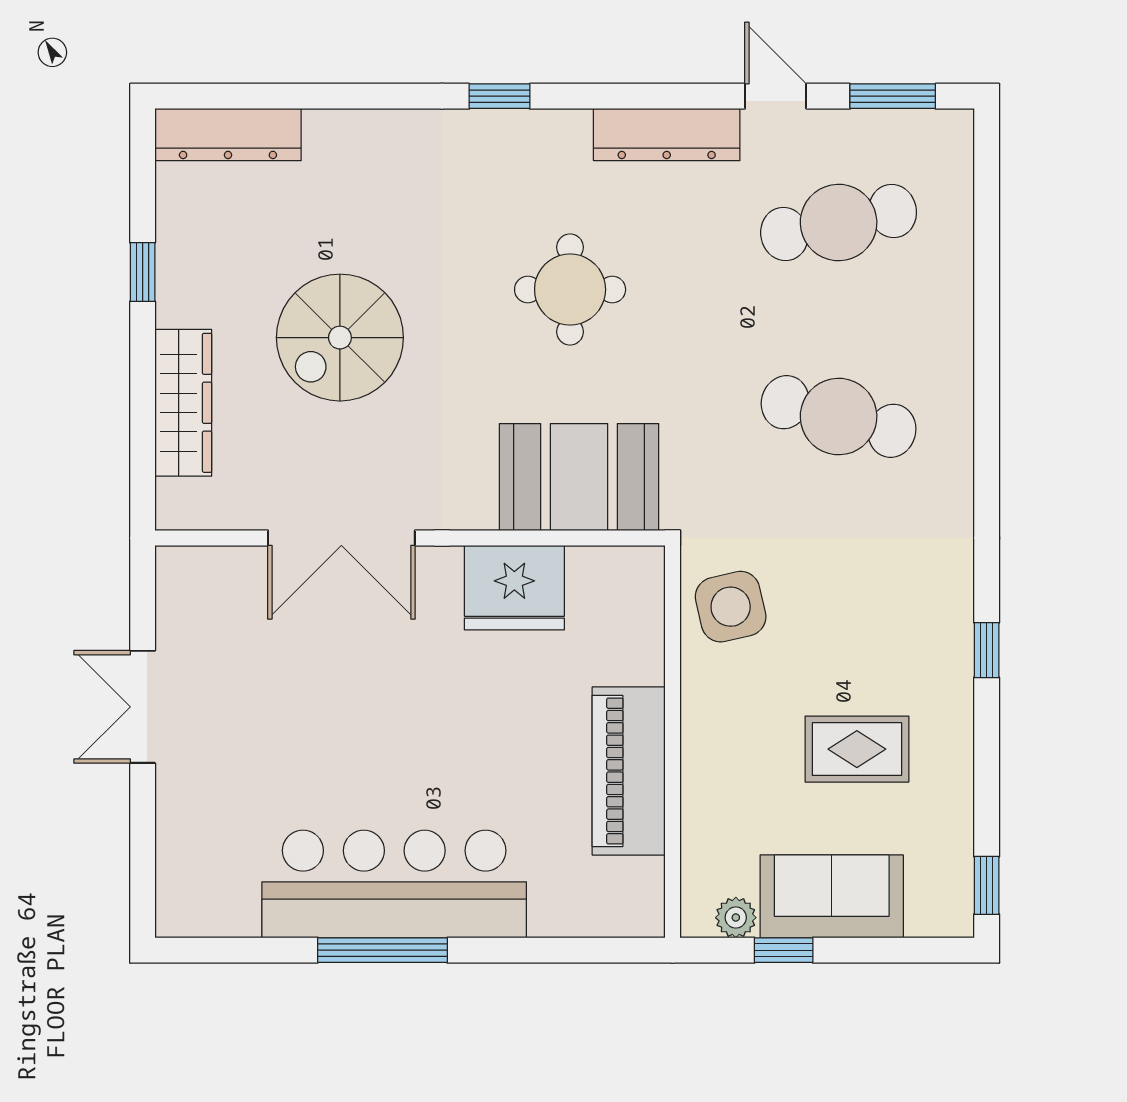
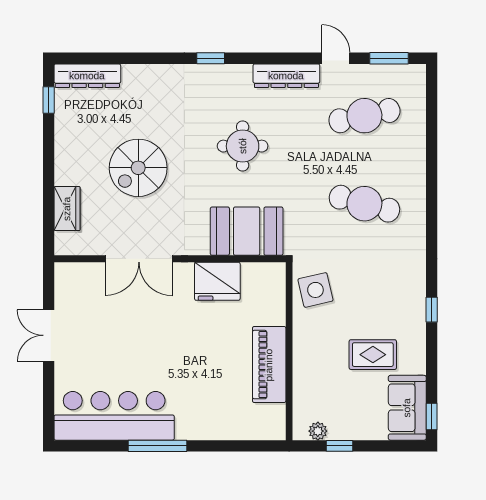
window: (143, 272) -> (49, 100), moved
wardrobe: (183, 403) -> (67, 209), width x0.67
bar counter: (394, 884) -> (114, 416), moved
sofa: (832, 896) -> (407, 408), moved, turned -90

